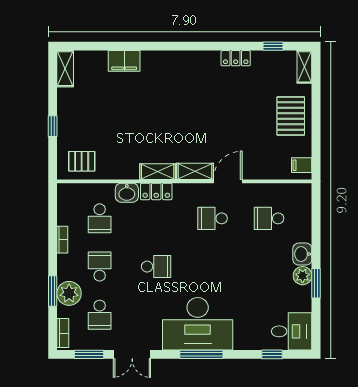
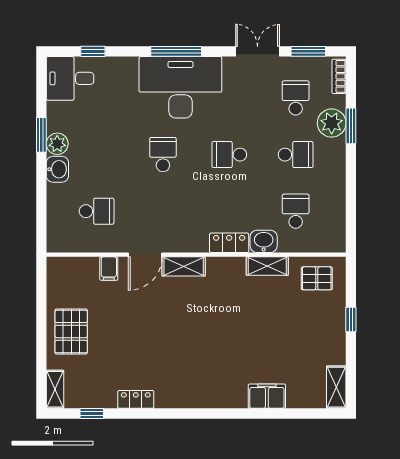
filing cabinet: (302, 165) -> (109, 269), moved, turned 90
shelving: (158, 172) -> (267, 266), moved
school desk: (213, 218) -> (163, 155), moved, turned -90
bookcase: (62, 240) -> (339, 186), removed
school desk: (100, 267) -> (296, 155), turned -90

